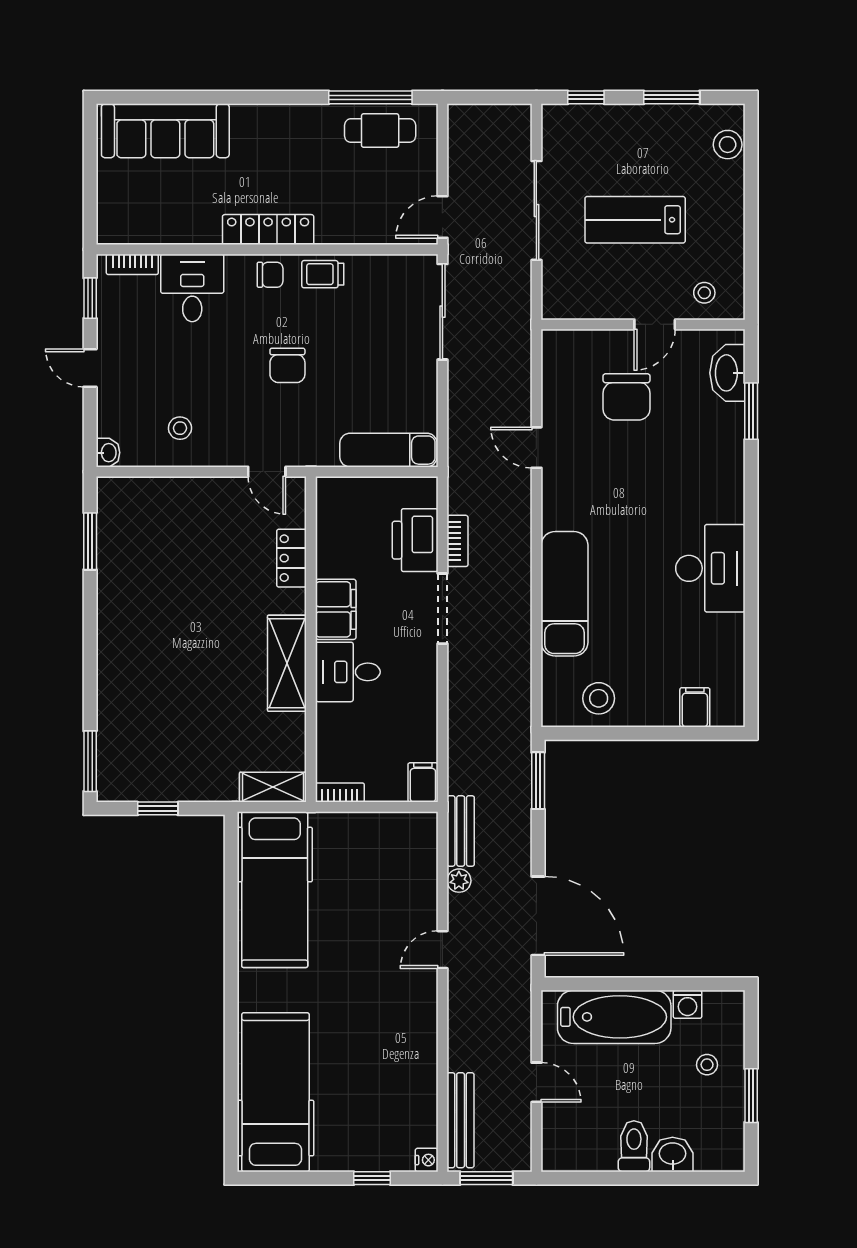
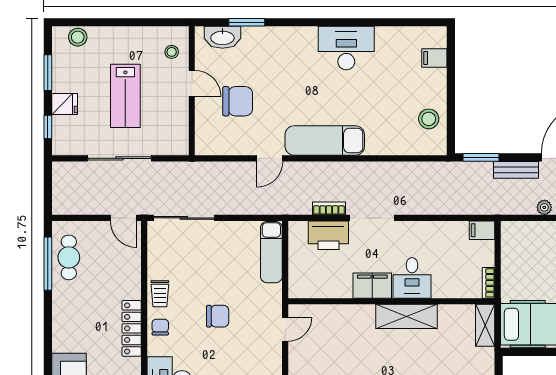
fridge: (622, 124) -> (65, 104), added
locker: (292, 558) -> (340, 314), removed
exam couch: (564, 594) -> (325, 141), moved
bench: (461, 831) -> (516, 170), moved

